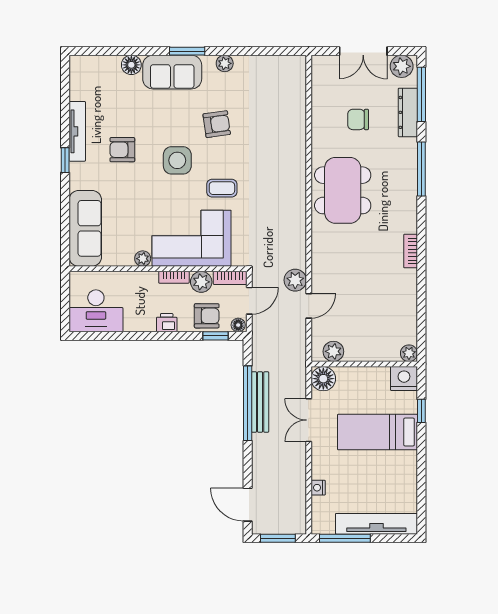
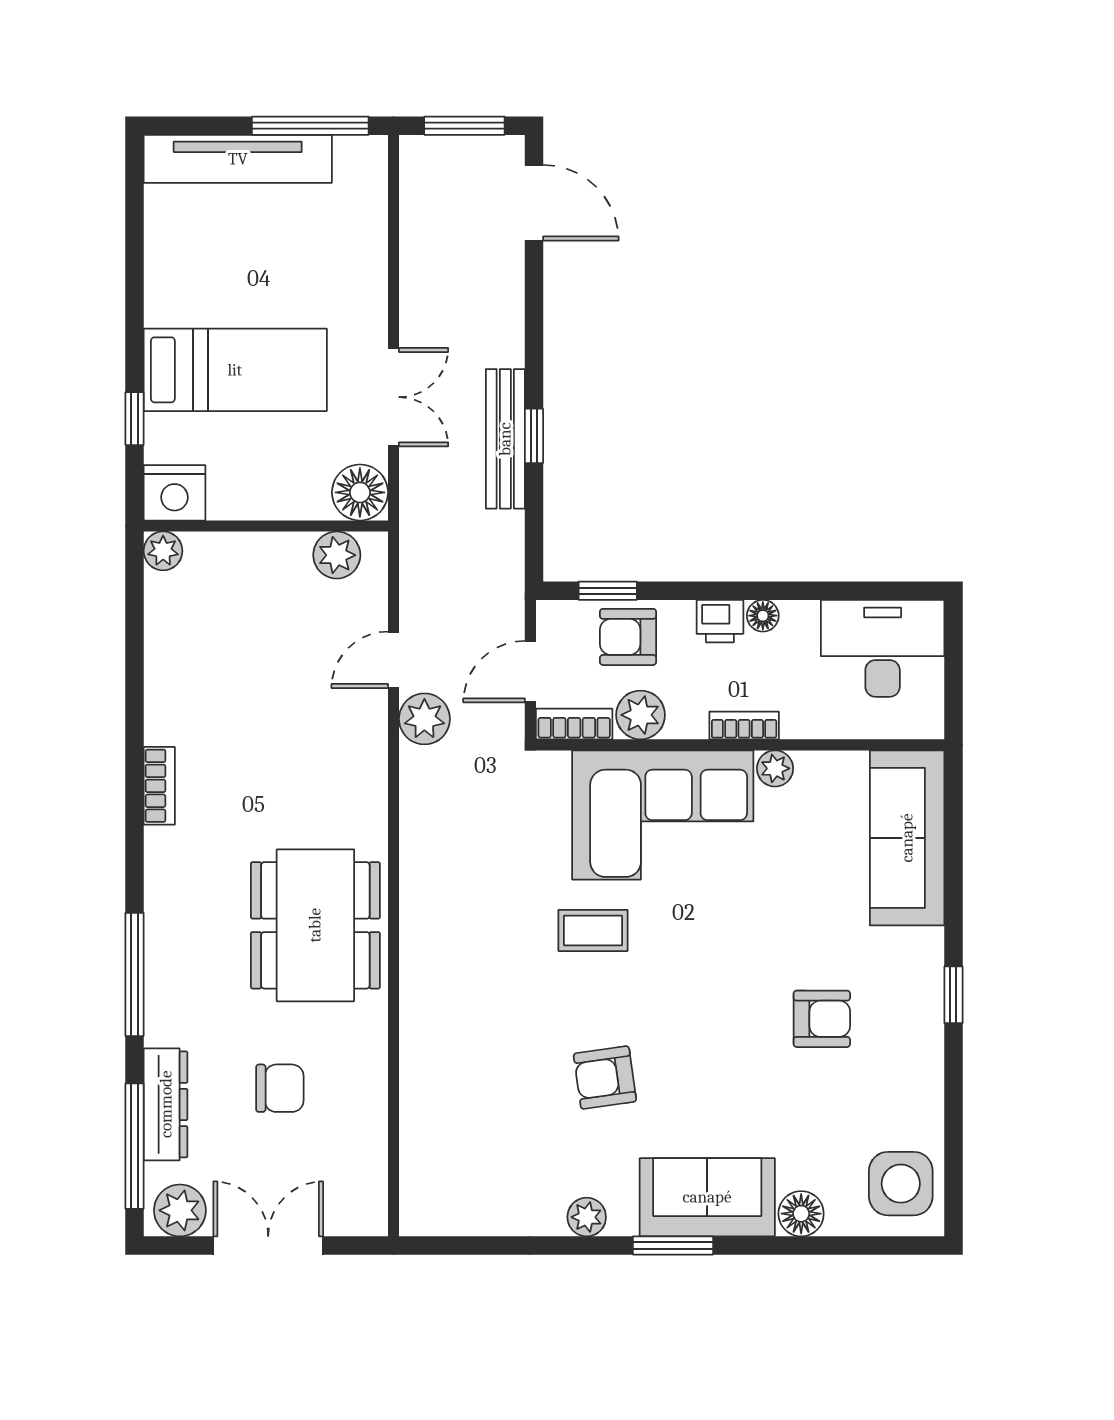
tv unit: (77, 131) -> (926, 1061), removed
side table: (177, 160) -> (901, 1184), moved
bookcase: (174, 277) -> (744, 725), moved
floor lamp: (238, 325) -> (763, 616), moved
window: (248, 403) -> (534, 436), width x0.32
nightstand: (318, 488) -> (372, 242), removed

